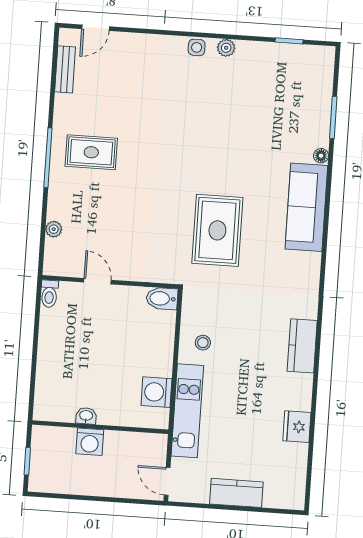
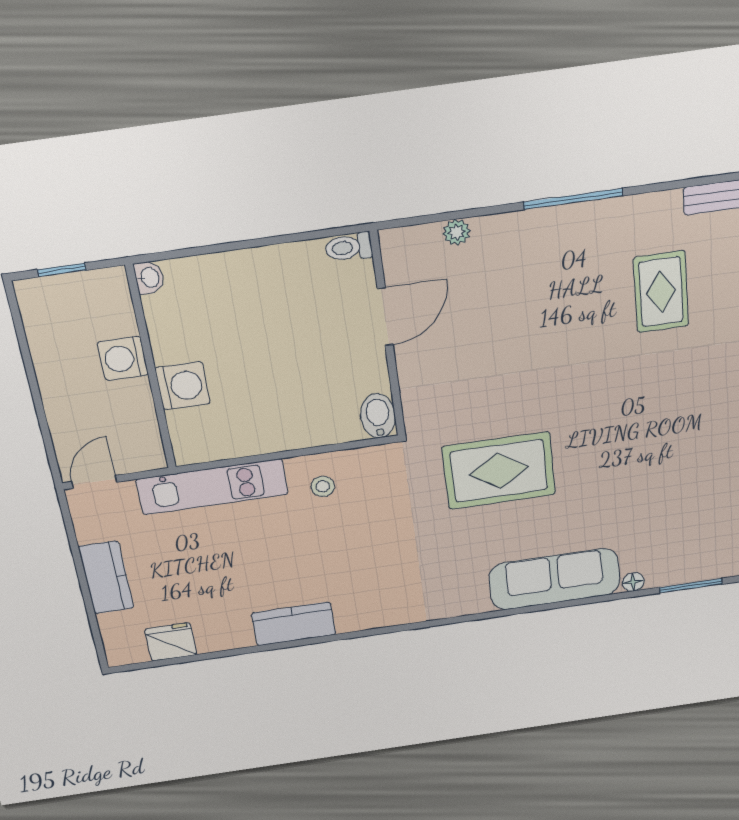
rug: (91, 152) -> (661, 292), moved
door: (97, 281) -> (385, 317), width x1.38
kitchen counter: (302, 346) -> (294, 624), moved
washing machine: (156, 392) -> (183, 386), moved, turned 90
washbasin: (86, 416) -> (149, 277), moved
fridge: (297, 427) -> (171, 642), moved

